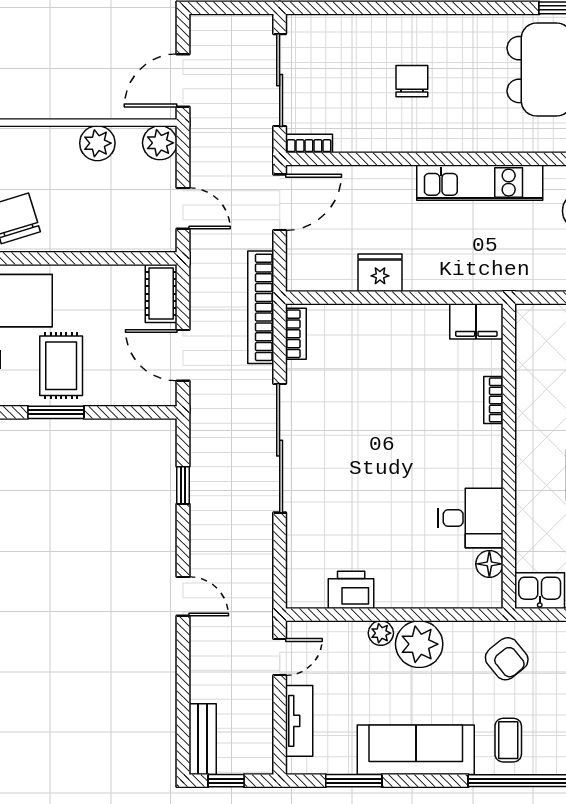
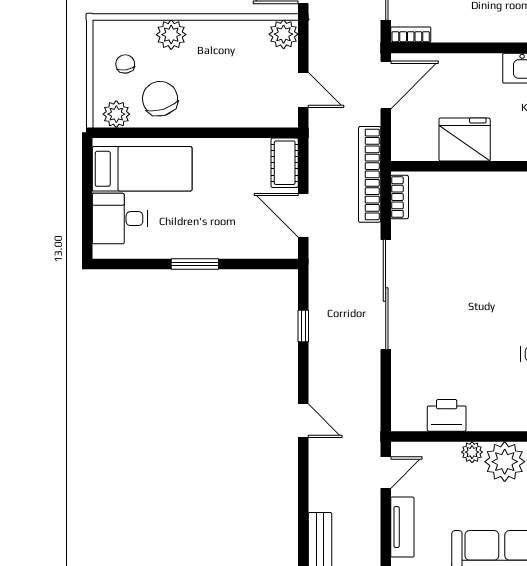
plant: (97, 143) -> (171, 35), moved
fridge: (380, 273) -> (465, 139), width x1.36, depth x1.34
rug: (61, 366) -> (199, 224), removed

